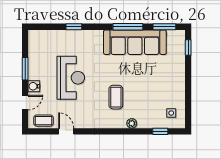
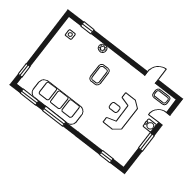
window: (74, 27) -> (106, 157), moved
door: (66, 131) -> (151, 78), swing flipped

